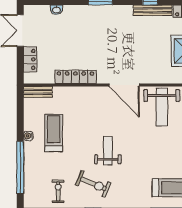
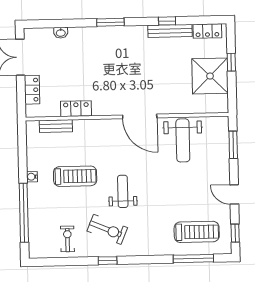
locker: (75, 77) -> (76, 109), width x0.66
bench: (38, 92) -> (56, 126), moved
treadmill: (54, 133) -> (75, 176), moved, turned 90

